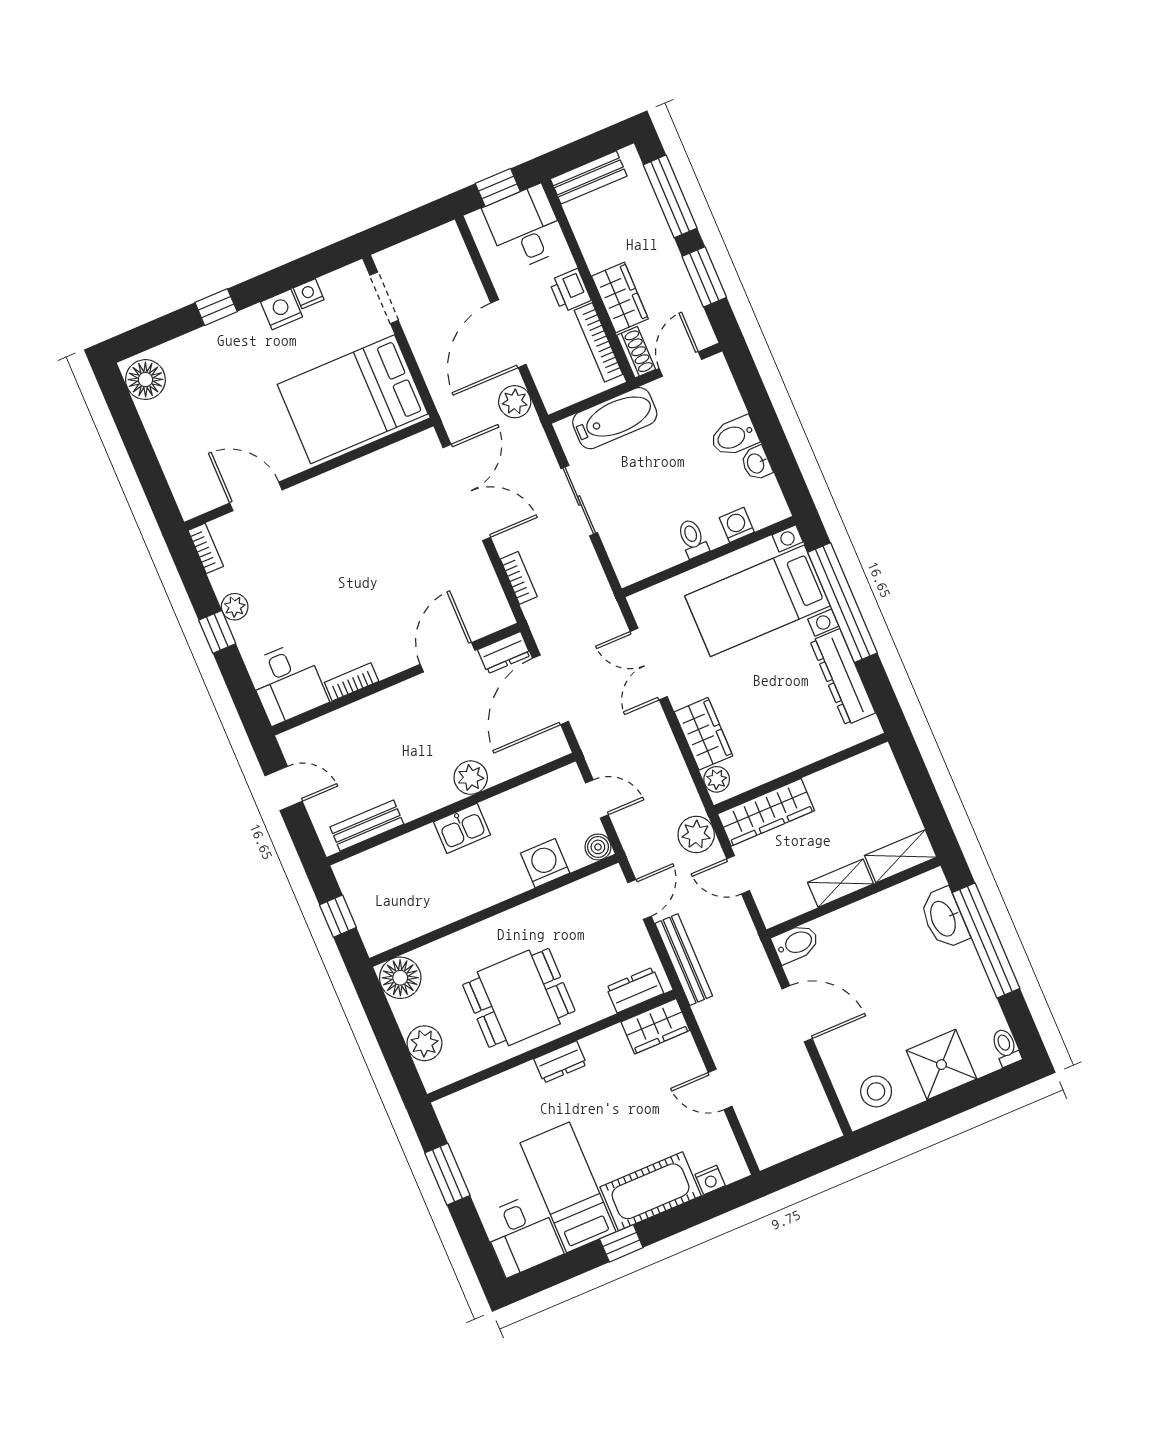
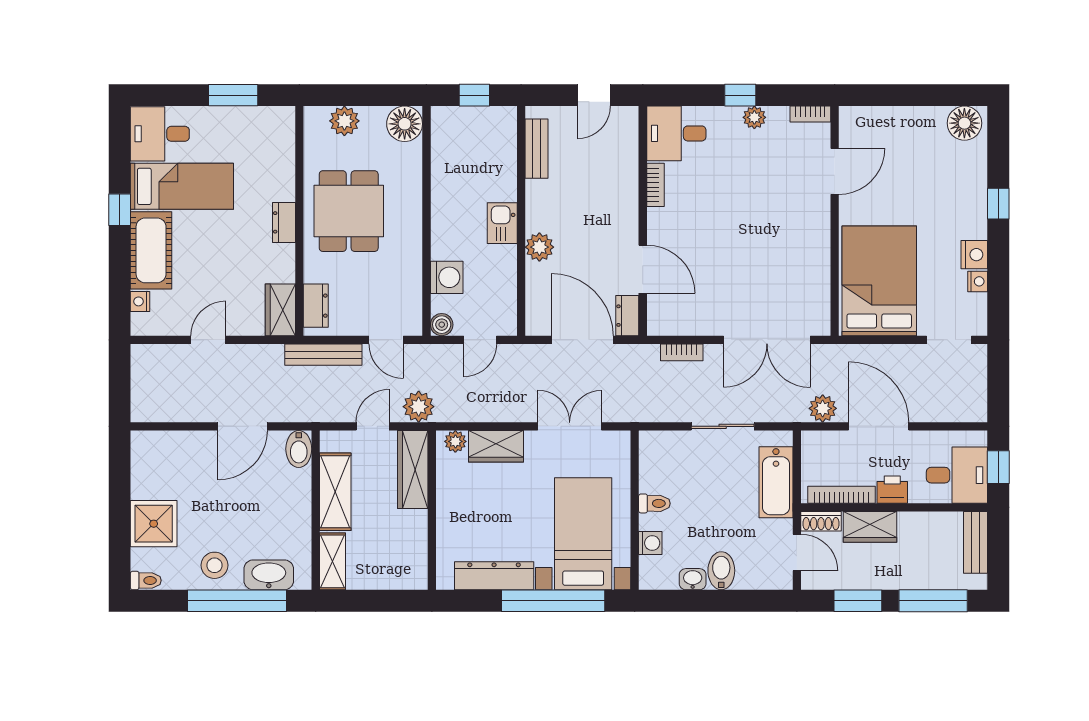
shelving: (841, 883) -> (335, 492), width x1.50, depth x1.33
stool: (876, 1091) -> (214, 565), moved

